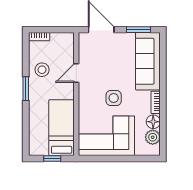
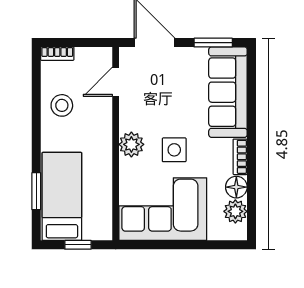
door: (76, 73) -> (116, 82), moved
window: (26, 89) -> (36, 191), moved
plant: (86, 95) -> (131, 144), added
bed: (62, 128) -> (62, 196), moved

